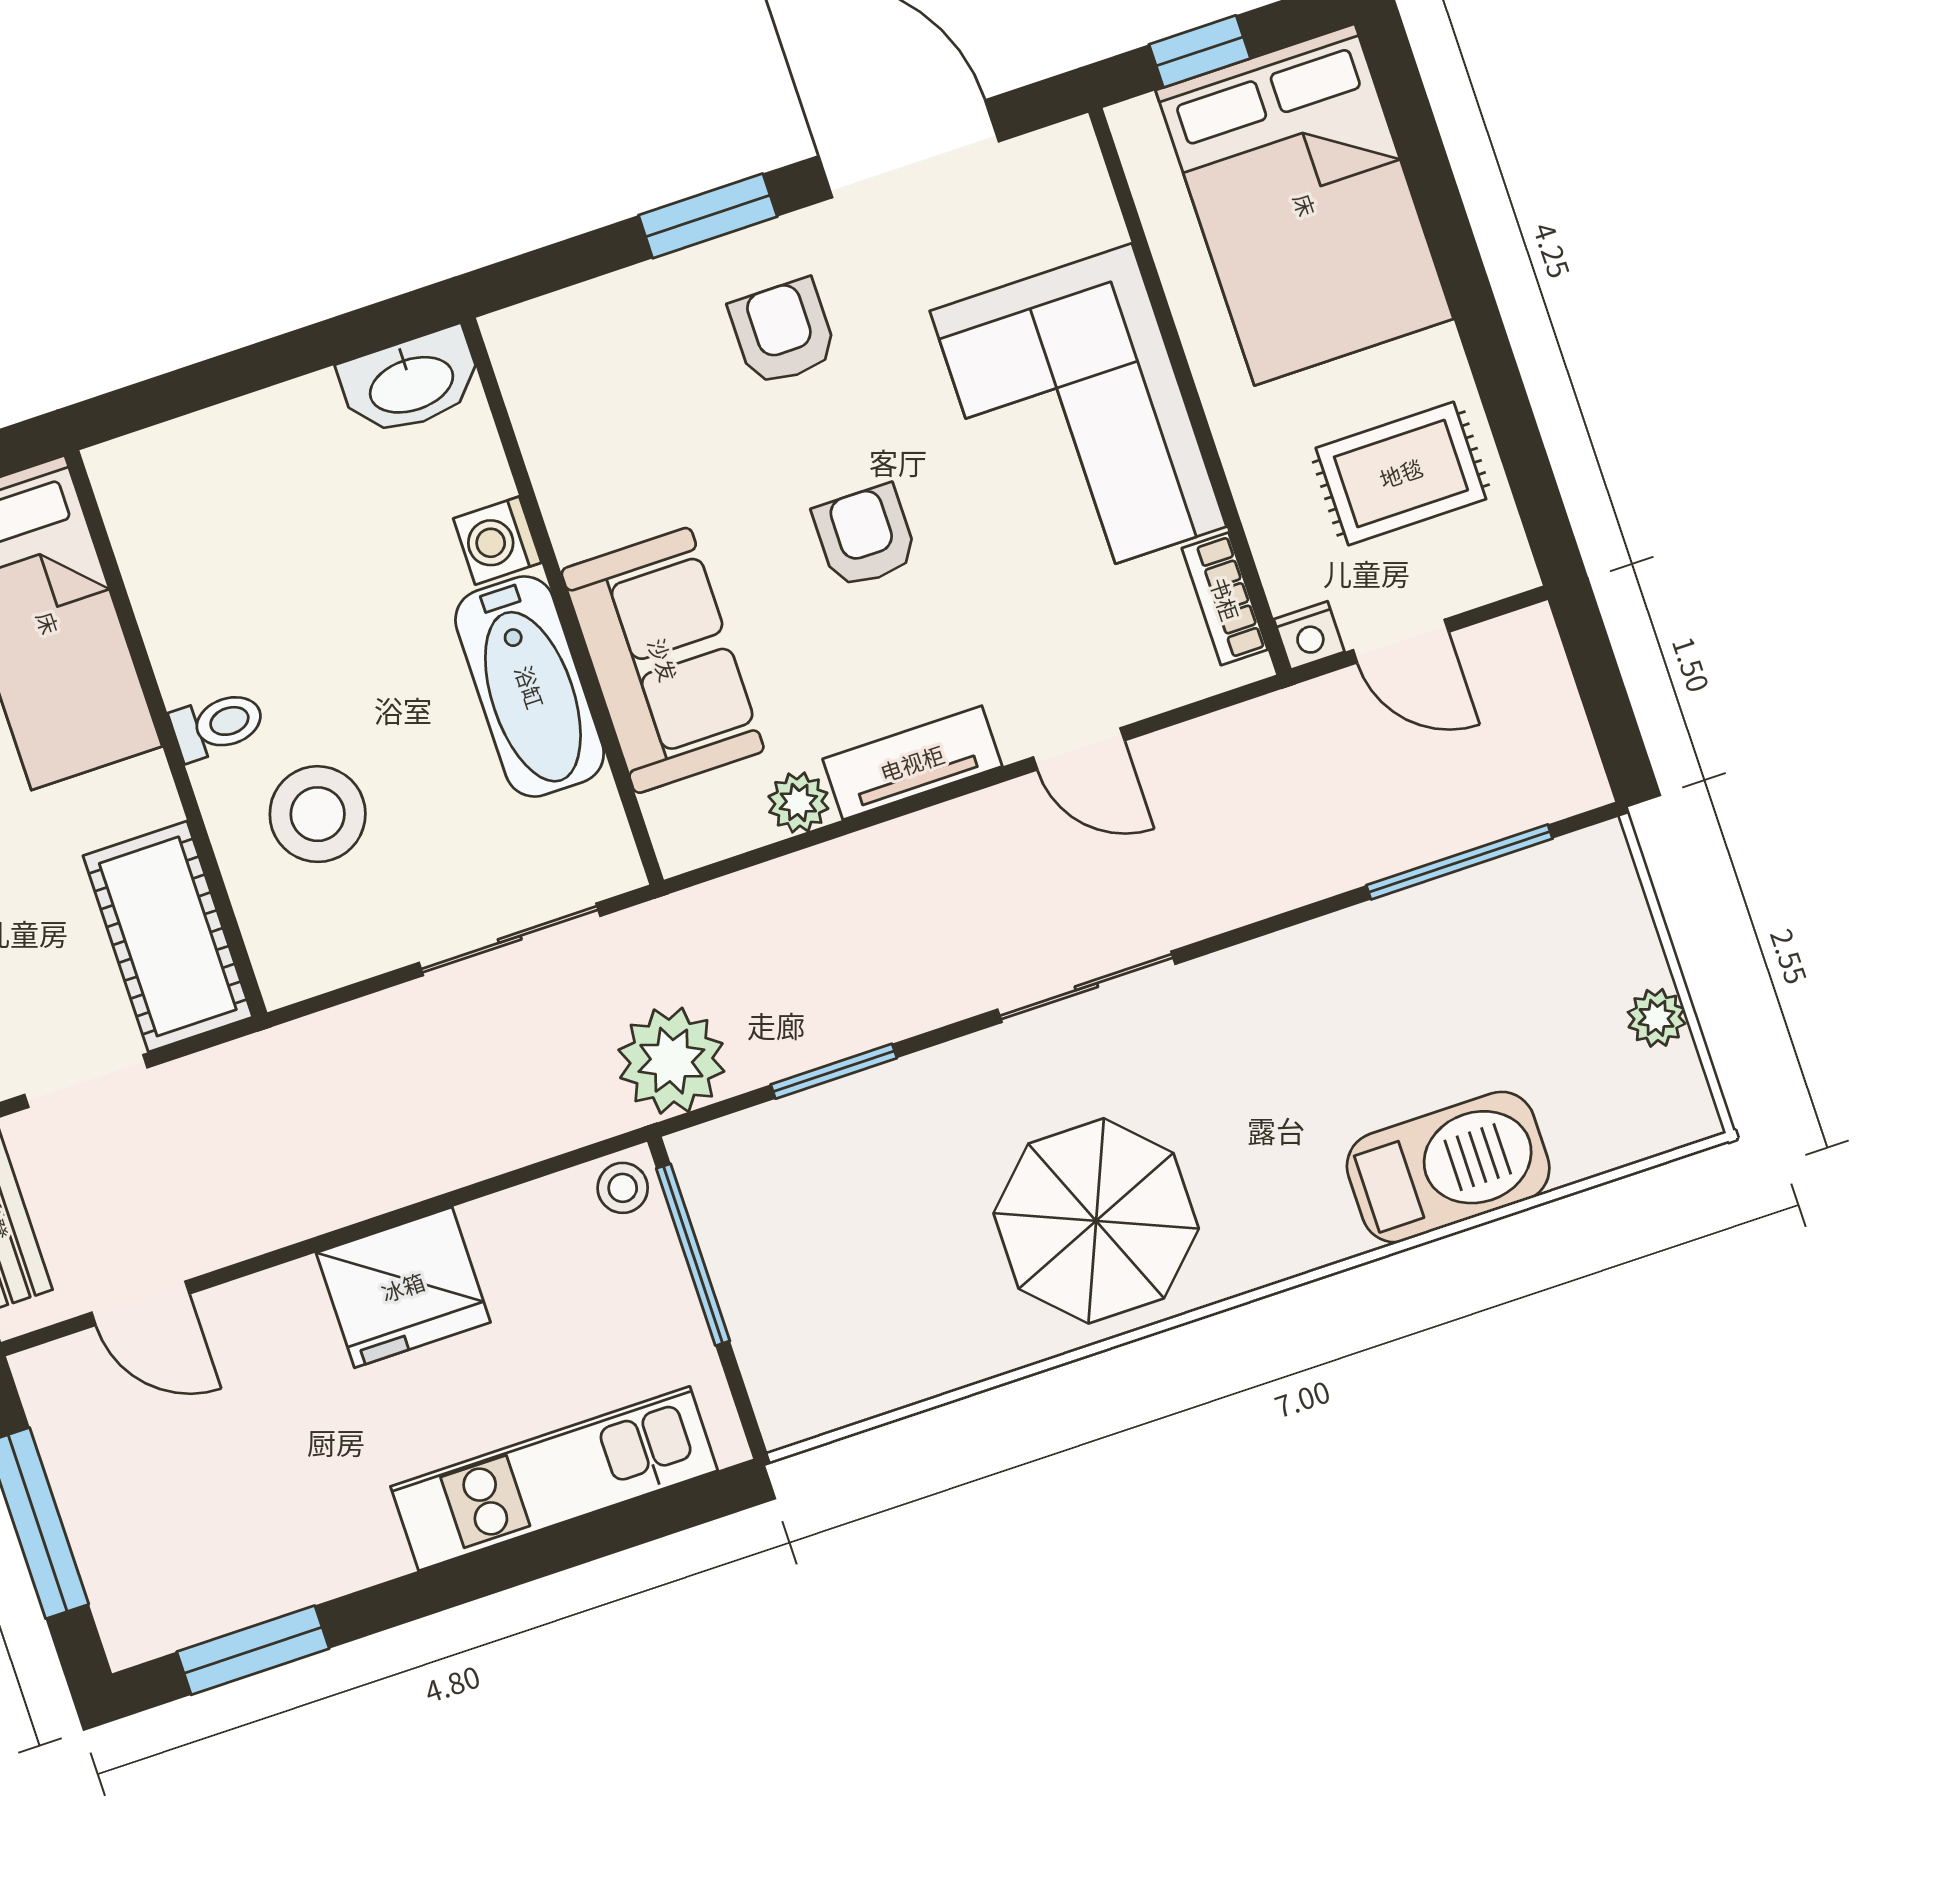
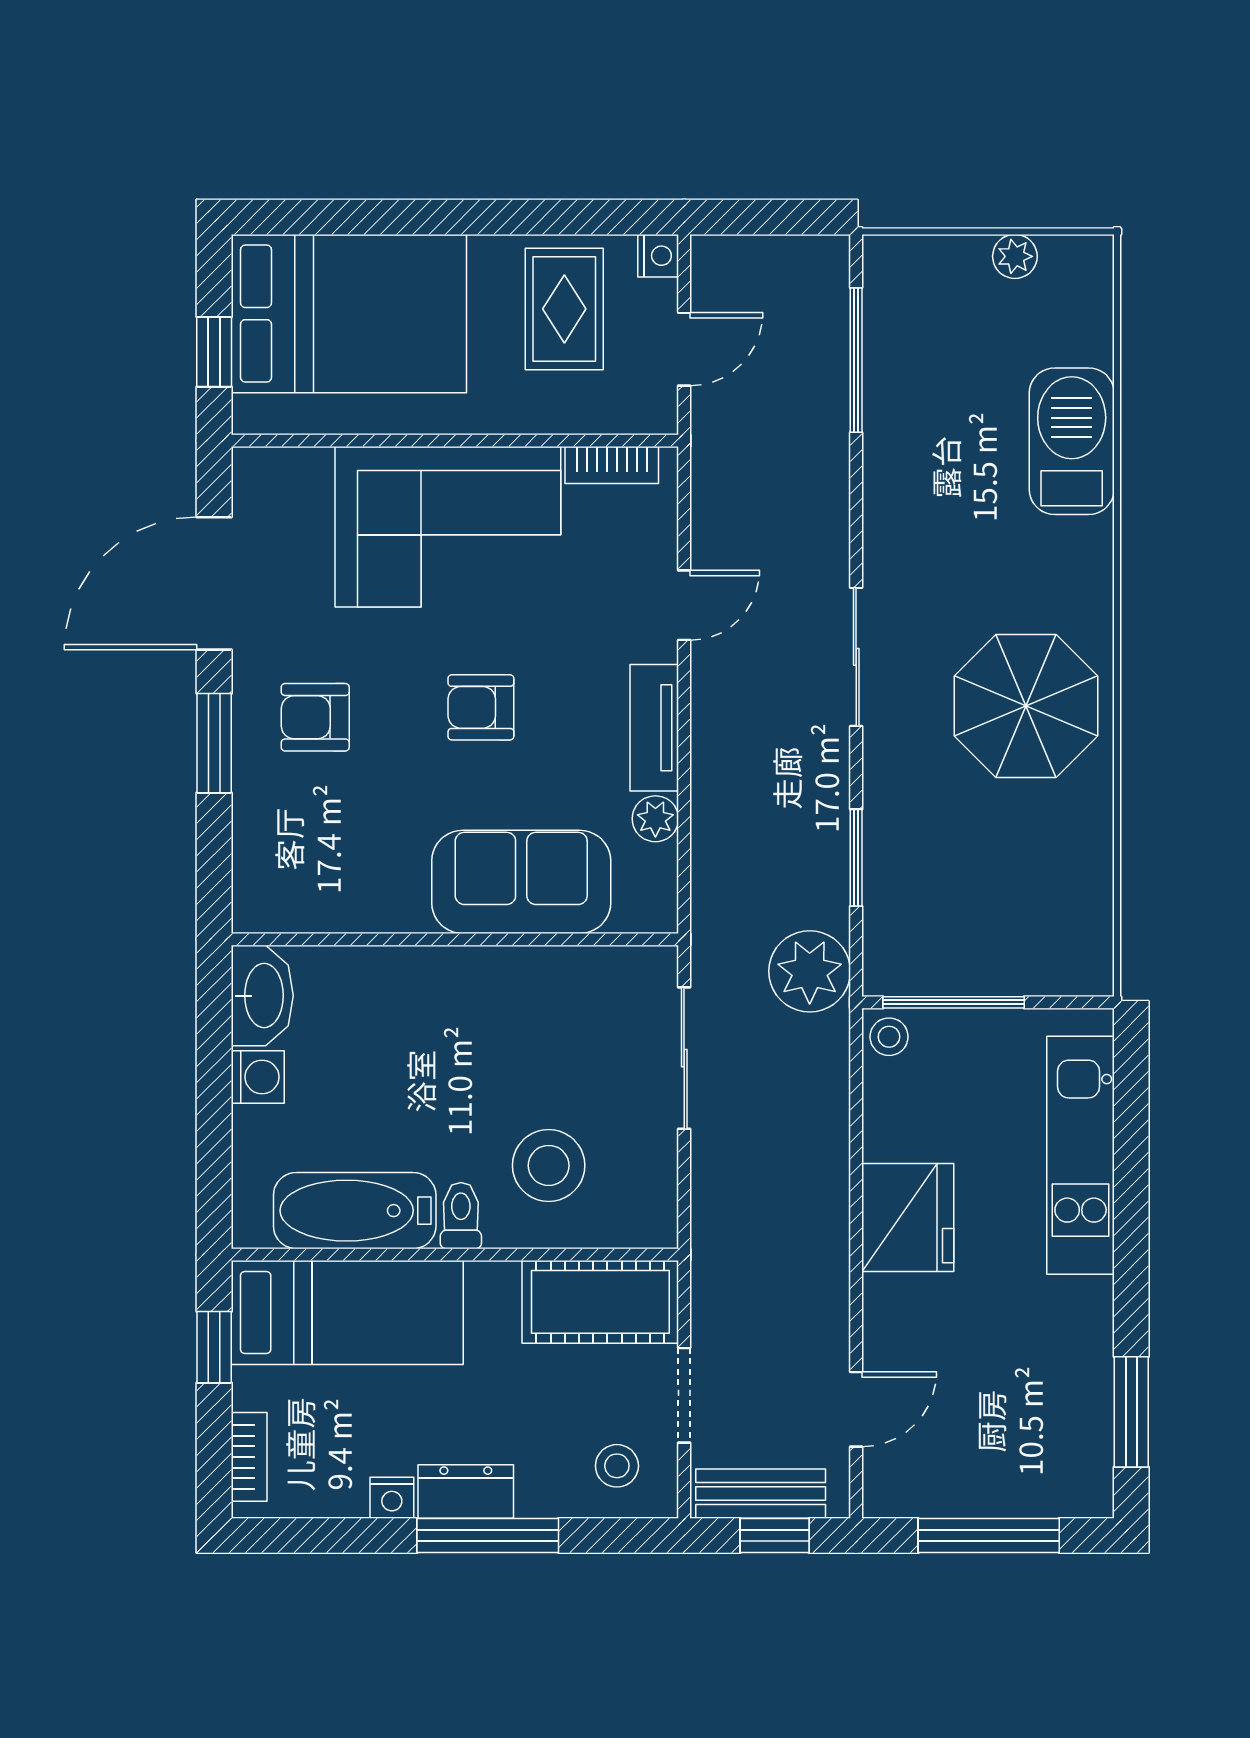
washing machine: (497, 541) -> (258, 1077), moved, turned -90
nightstand: (1309, 636) -> (658, 256), moved
bathtub: (530, 687) -> (355, 1211), moved, turned 180

